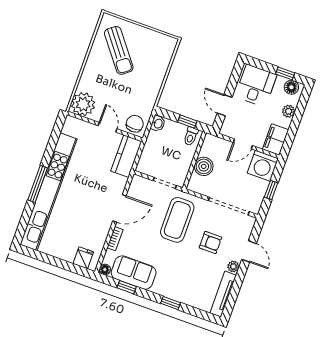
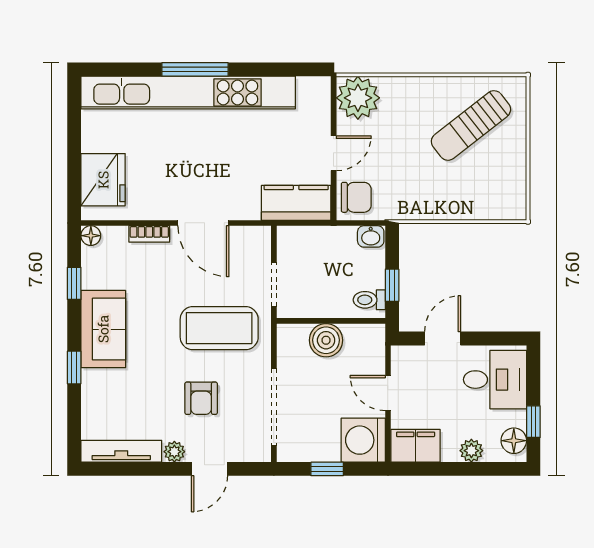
fridge: (83, 258) -> (103, 180), width x1.88, depth x1.34
sofa: (134, 273) -> (103, 329), moved

